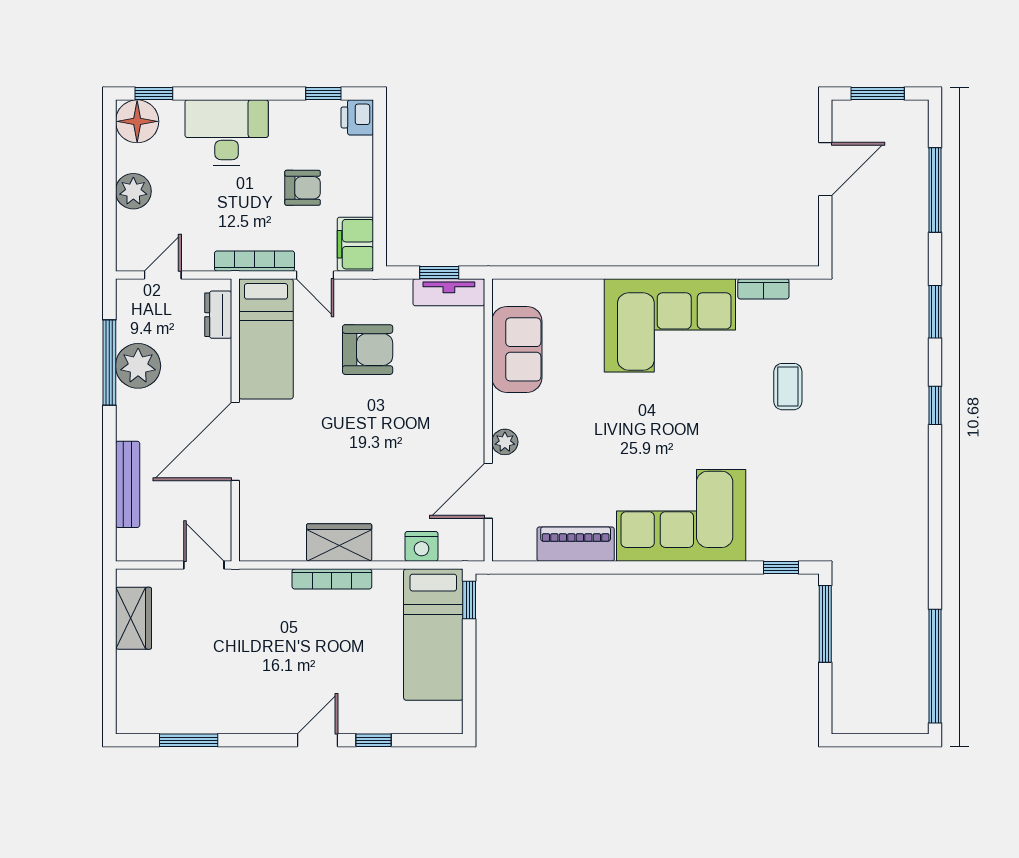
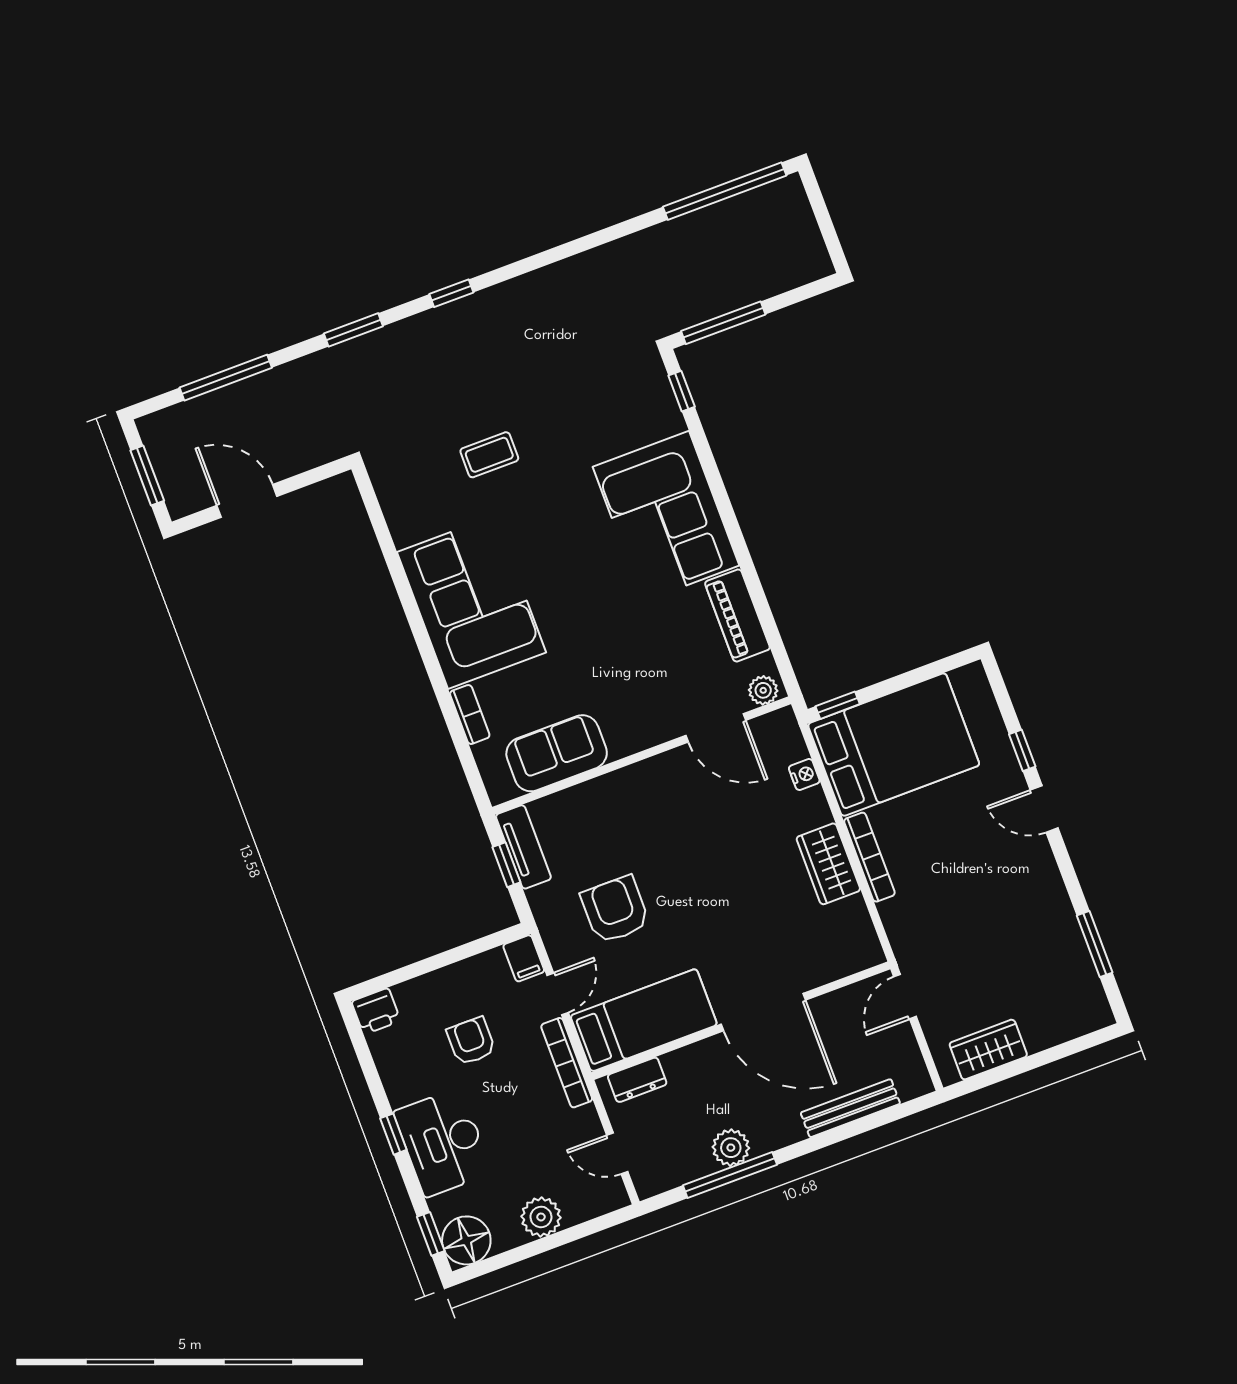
window: (323, 94) -> (393, 1134), moved
filing cabinet: (355, 244) -> (524, 958), width x0.50
bookcase: (763, 289) -> (470, 714), moved
plant: (138, 366) -> (731, 1148), width x0.73, depth x0.73
plant: (505, 442) -> (763, 690), moved
nightstand: (422, 546) -> (804, 774), width x0.72, depth x0.74
bed: (433, 635) -> (894, 745), width x1.50

